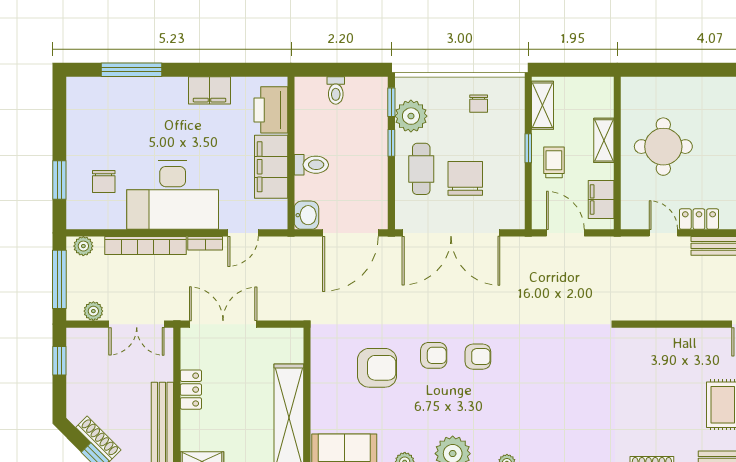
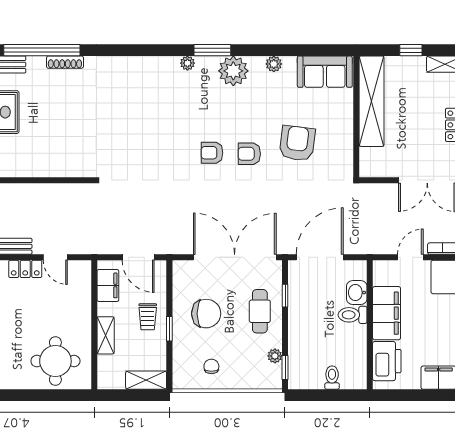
shelving: (543, 105) -> (146, 380), moved, turned 90
plant: (411, 116) -> (275, 356), width x0.53, depth x0.53
window: (391, 143) -> (285, 296), moved
round table: (663, 147) -> (55, 361), moved
chair: (465, 178) -> (206, 314), moved, turned -90
washbasin: (306, 215) -> (357, 293), moved
armchair: (377, 368) -> (297, 143), turned 97

